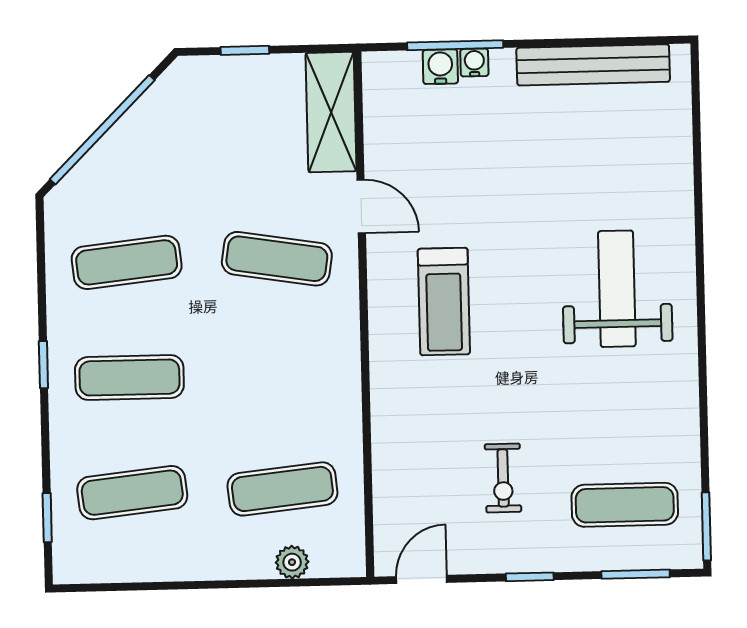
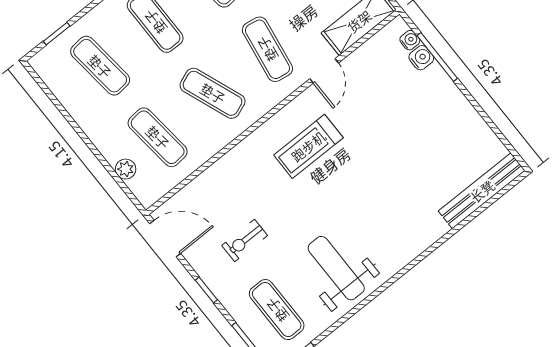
water cooler: (474, 63) -> (410, 40), moved
bench: (593, 65) -> (482, 191), moved, turned 90
weight bench: (617, 289) -> (336, 268), moved, turned -90
exercise mat: (280, 374) -> (213, 93), added
door: (422, 579) -> (165, 238), width x1.37

